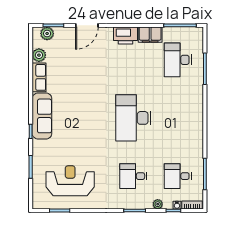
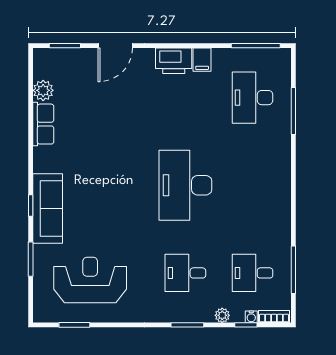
plant: (47, 33) -> (55, 58), removed
filing cabinet: (150, 35) -> (202, 60), width x0.50
sofa: (42, 116) -> (48, 208), moved

